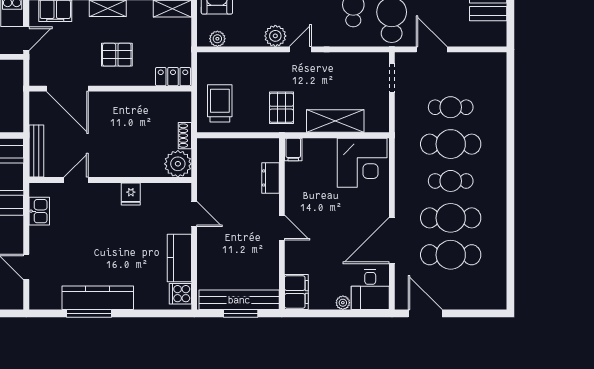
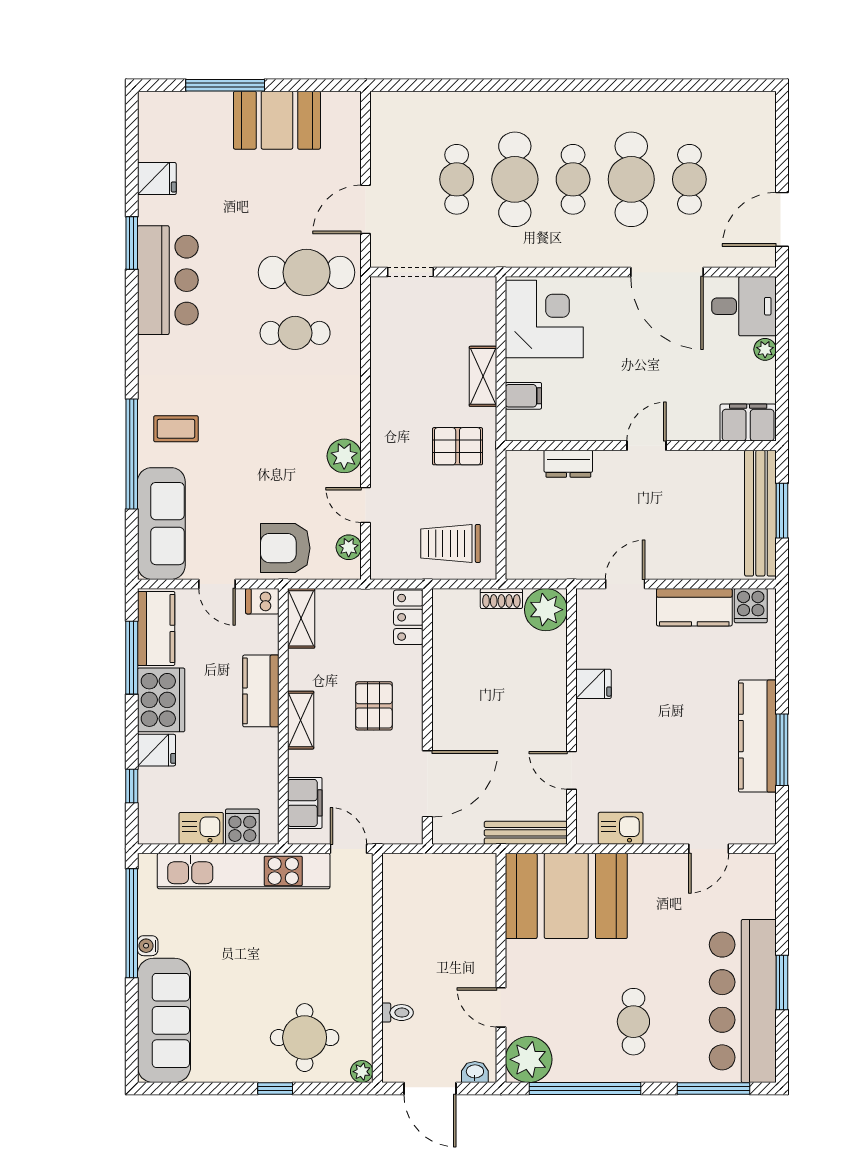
door: (300, 49) -> (366, 505), moved
shelving: (335, 121) -> (483, 376), width x0.67, depth x0.75
filing cabinet: (293, 149) -> (523, 396), moved
cafe table: (451, 255) -> (689, 179), width x0.73, depth x0.74

